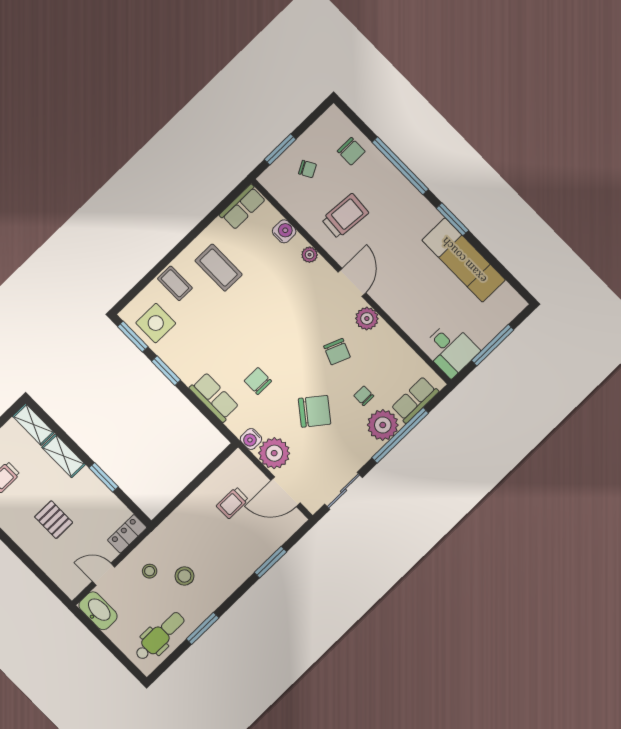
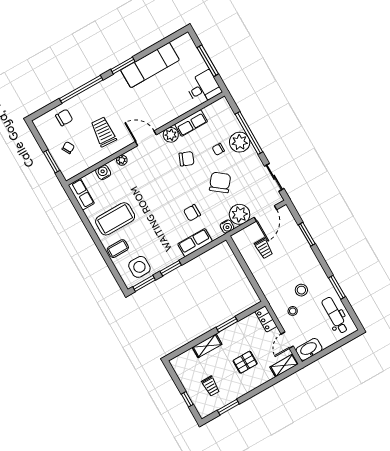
coffee table: (219, 268) -> (115, 219), width x1.36, depth x1.32
row of seats: (415, 400) -> (191, 123), moved, turned -90
shelving: (33, 424) -> (284, 365), moved

